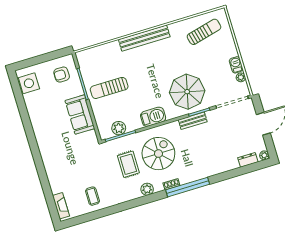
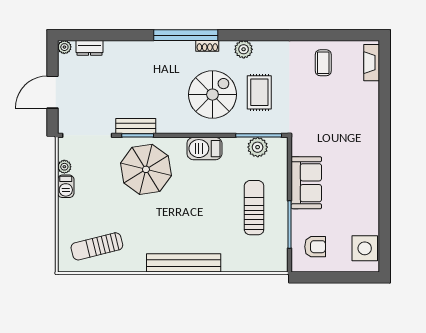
sun lounger: (109, 88) -> (254, 208), turned -90
bench: (193, 121) -> (136, 126), moved
spiral stairs: (158, 154) -> (212, 95), turned 180

